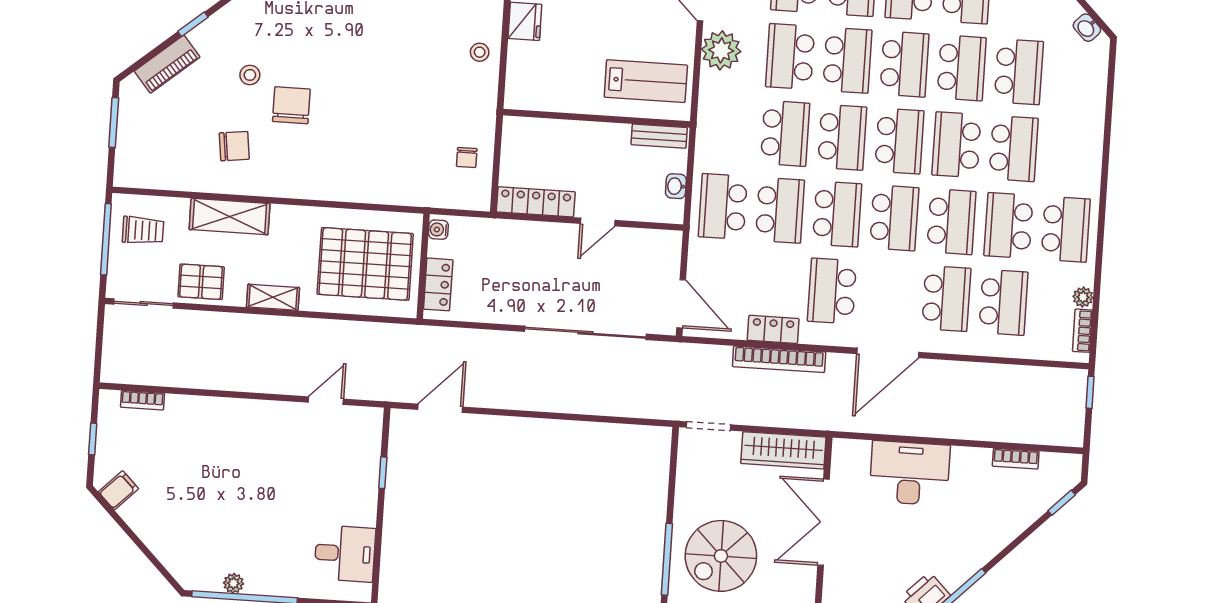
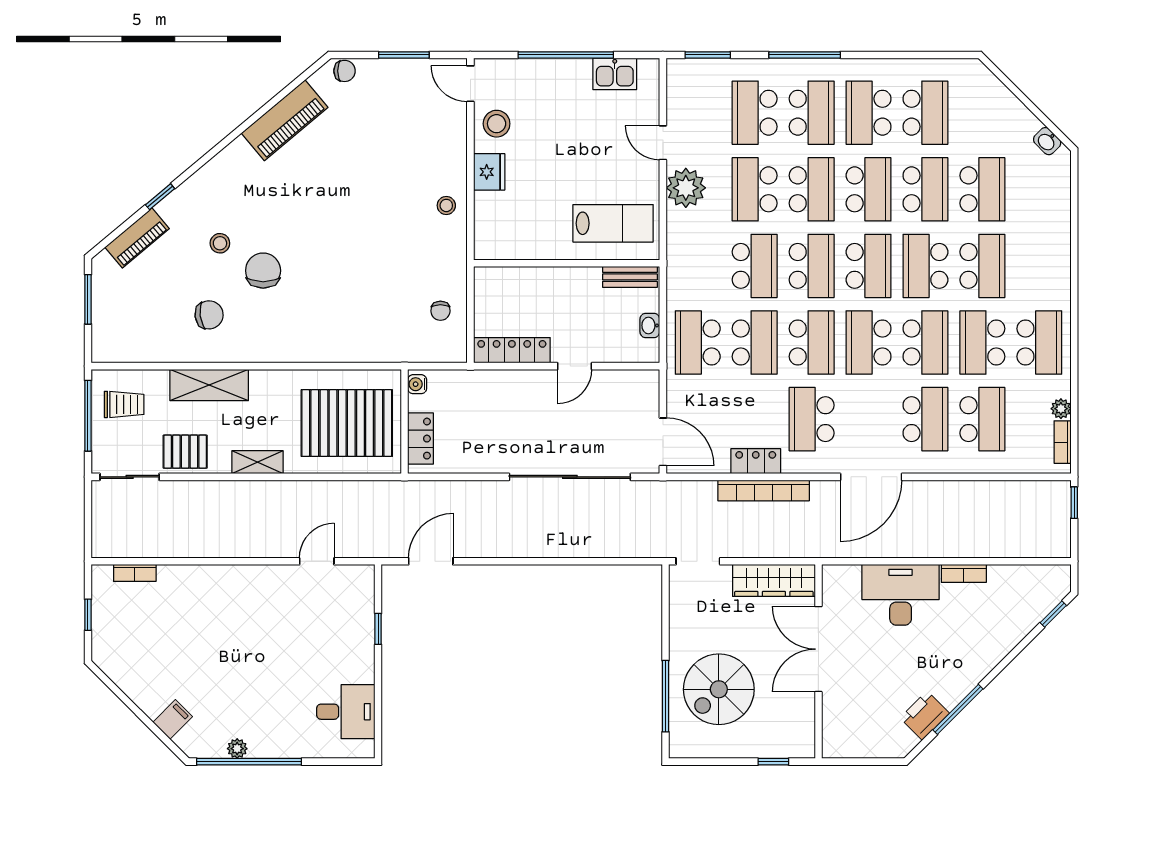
school desk: (894, 218) -> (869, 343), turned 180
bookcase: (1016, 459) -> (964, 573), moved
filing cabinet: (119, 490) -> (173, 719), moved

